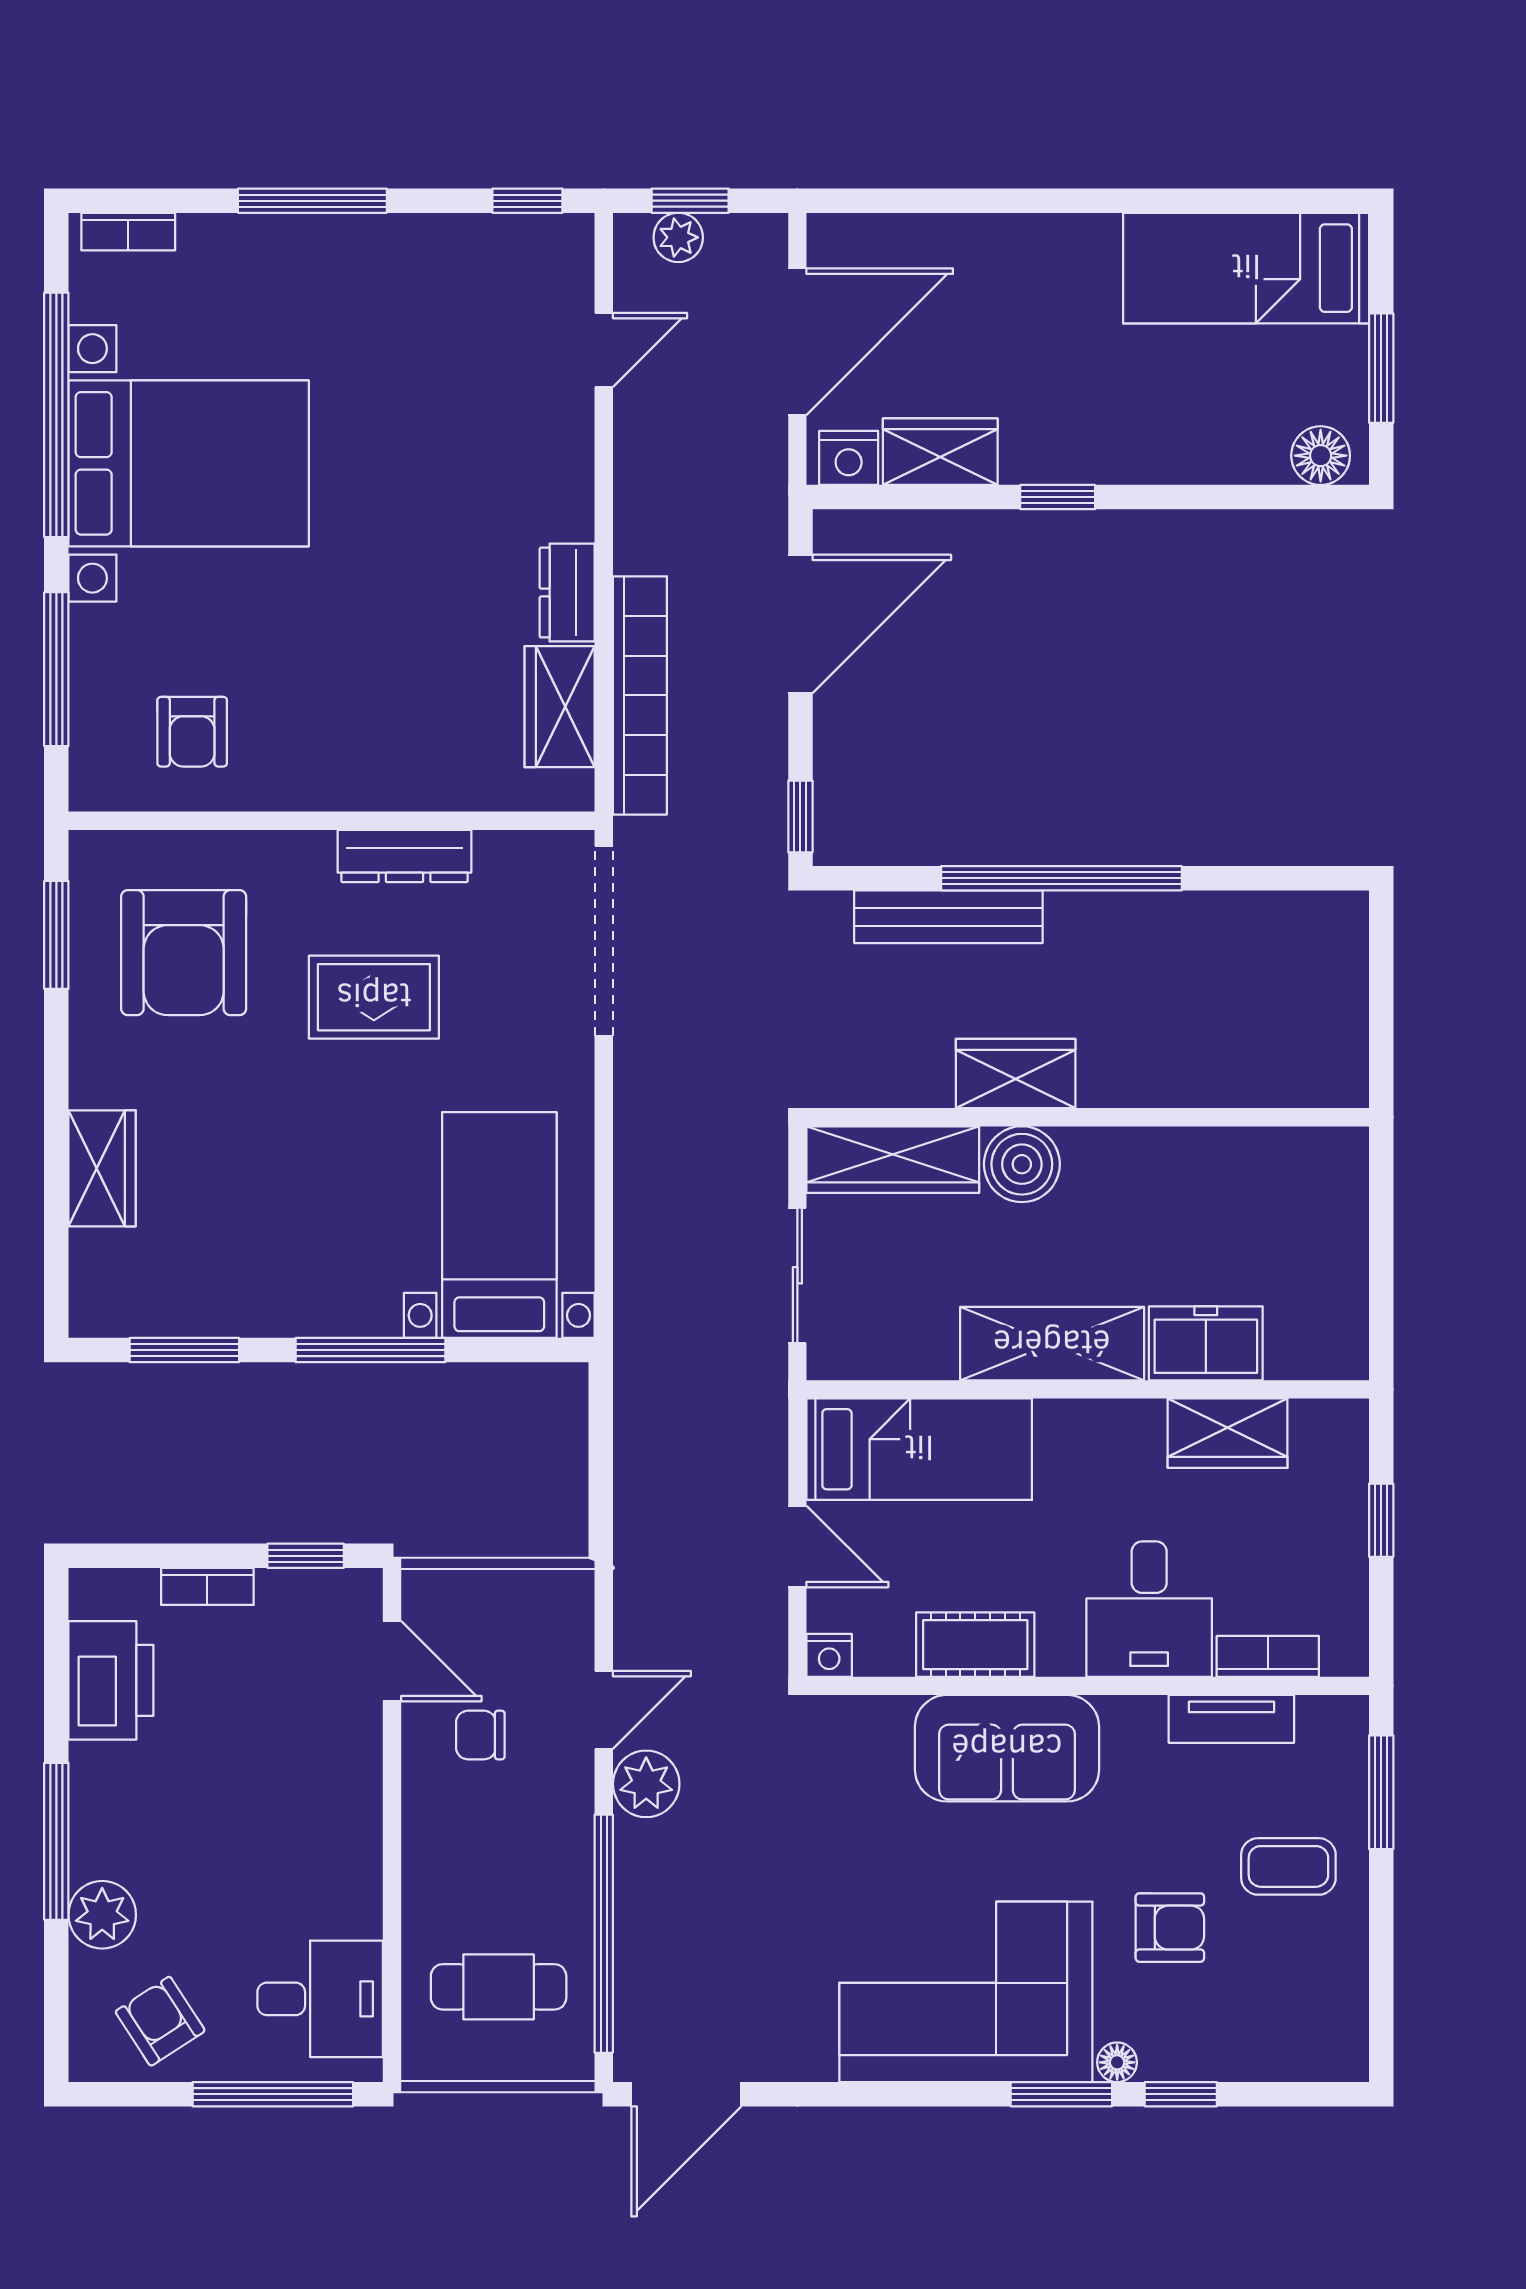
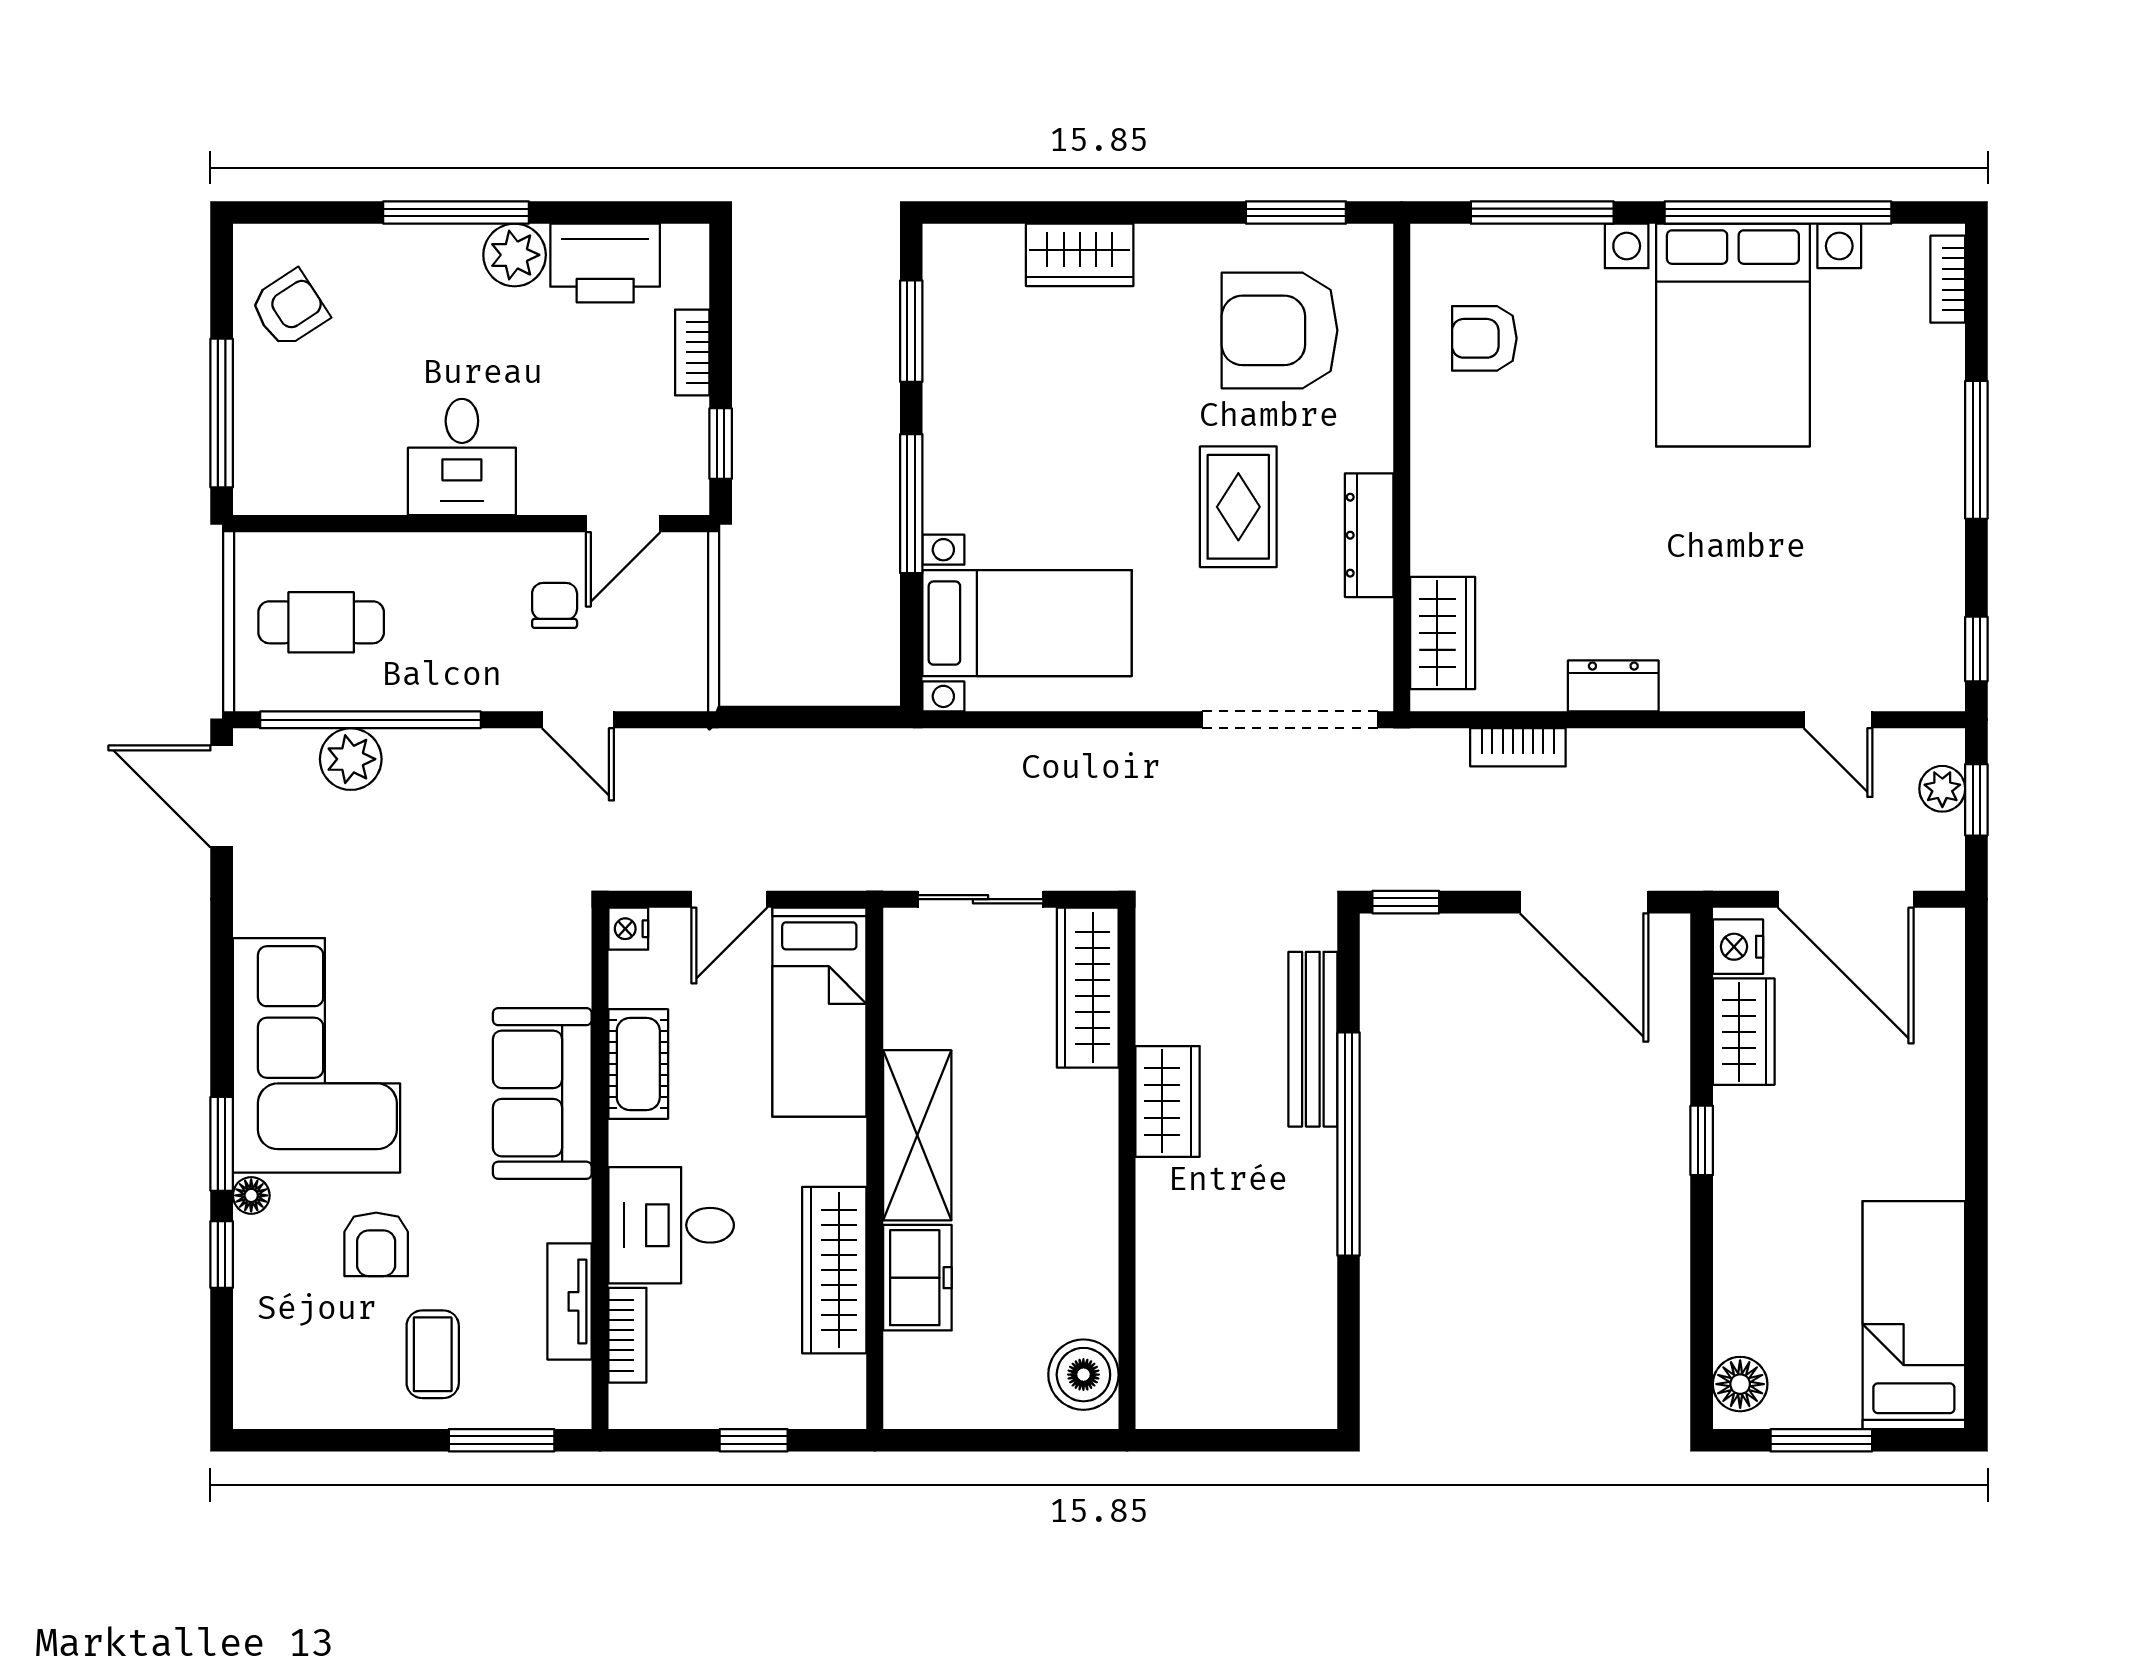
bookcase: (640, 695) -> (1518, 747), width x0.43, depth x0.76
wardrobe: (560, 707) -> (1443, 633), moved, turned 90
boiler: (1022, 1164) -> (1083, 1375), moved
wardrobe: (1228, 1433) -> (834, 1270), width x1.50
plant: (646, 1784) -> (351, 759), moved
plant: (102, 1915) -> (515, 255), moved
cafe table: (499, 1987) -> (321, 622), turned 90
desk: (320, 1999) -> (462, 457), moved

